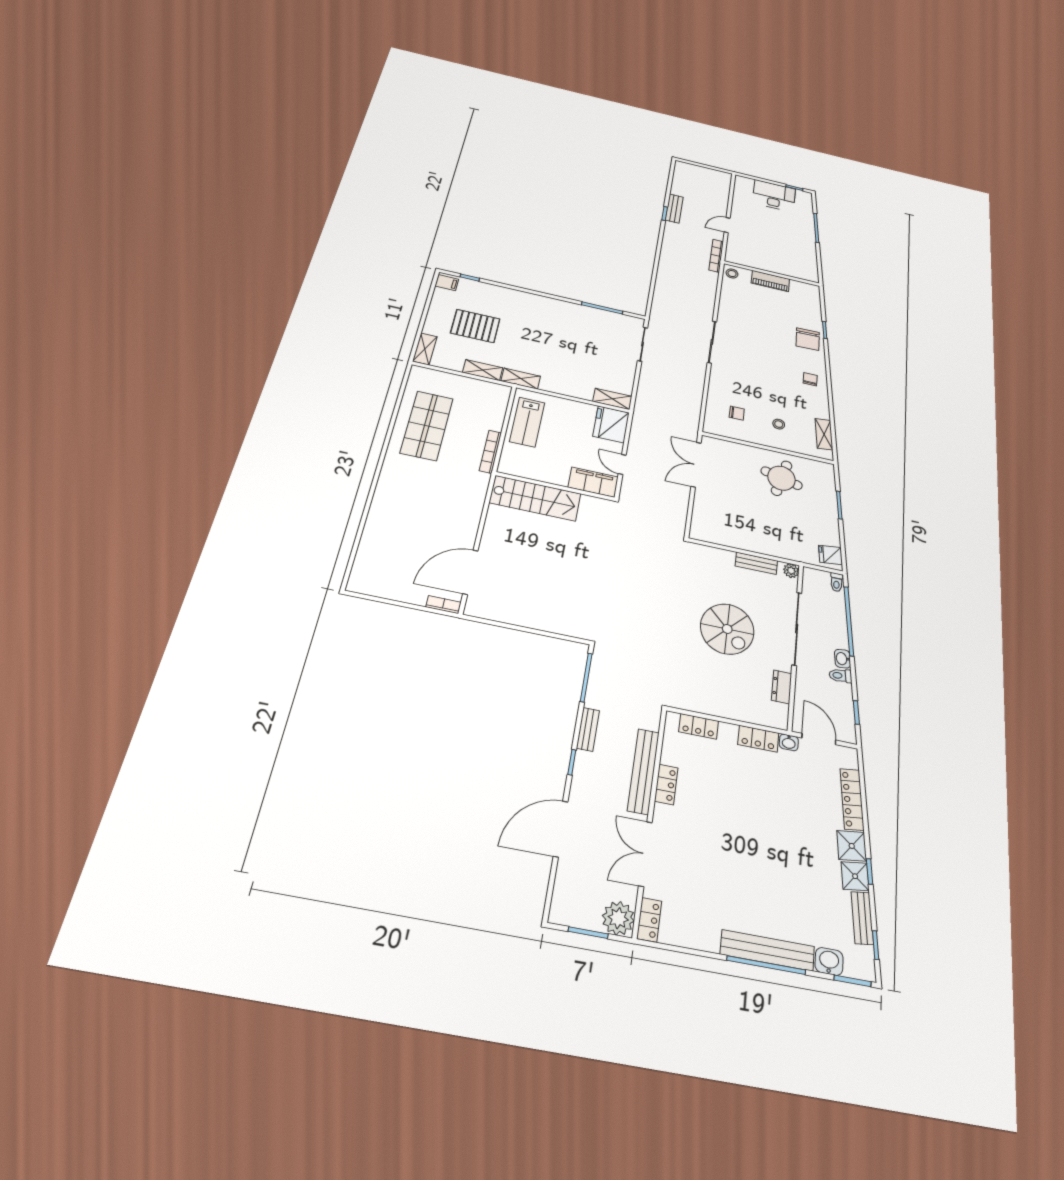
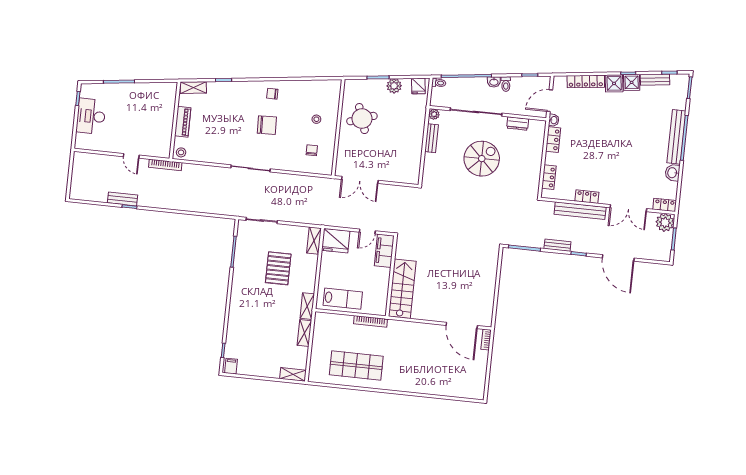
pallet: (475, 326) -> (278, 268), moved
chair: (808, 339) -> (267, 125), moved
shelving: (824, 434) -> (193, 88), moved
round table: (782, 478) -> (362, 119), turned -33
plant: (829, 524) -> (394, 86), added
washbasin: (829, 961) -> (673, 173), moved

